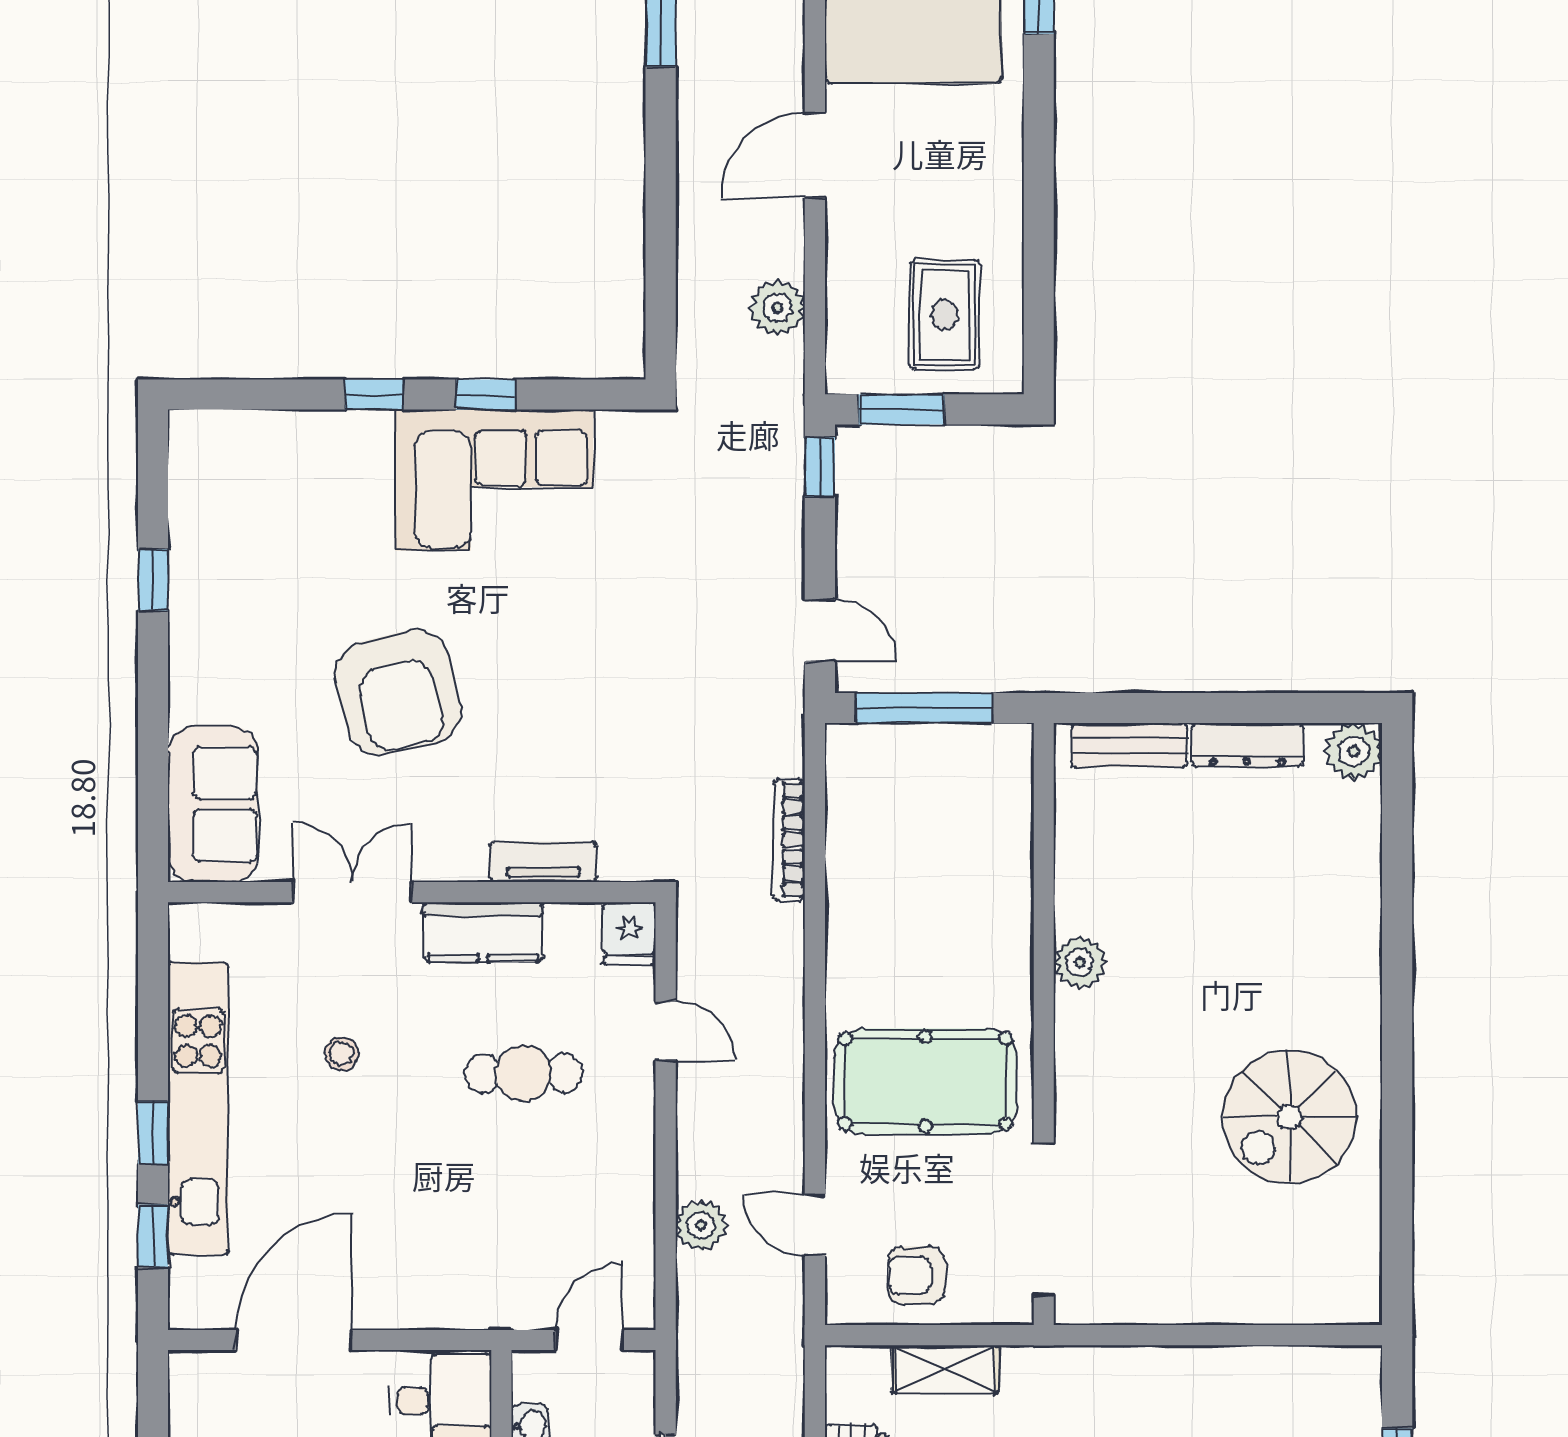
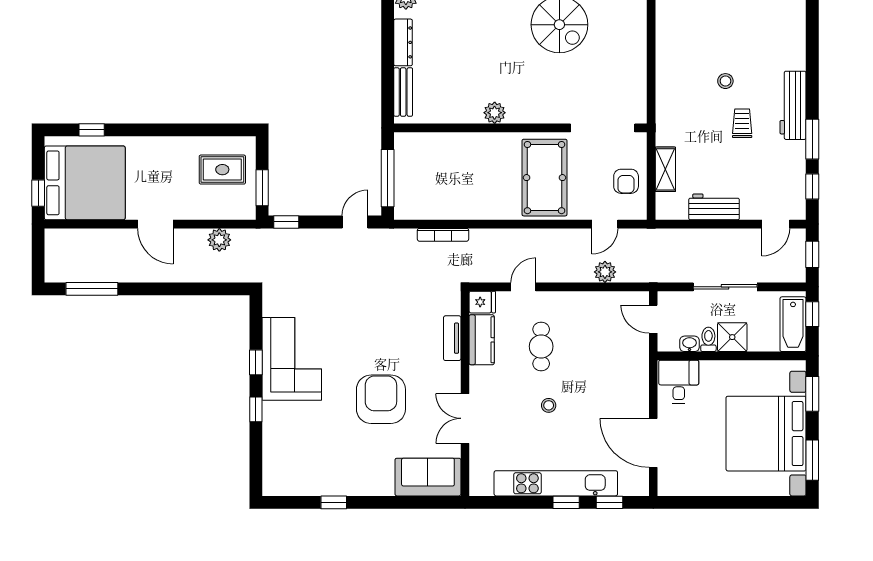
armchair: (398, 692) -> (381, 399), turned -76
kitchen counter: (483, 932) -> (482, 340), moved
stool: (342, 1054) -> (549, 405), moved

